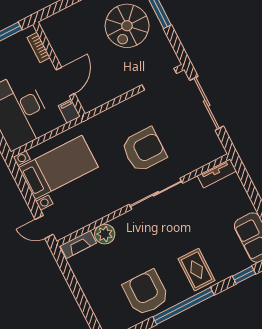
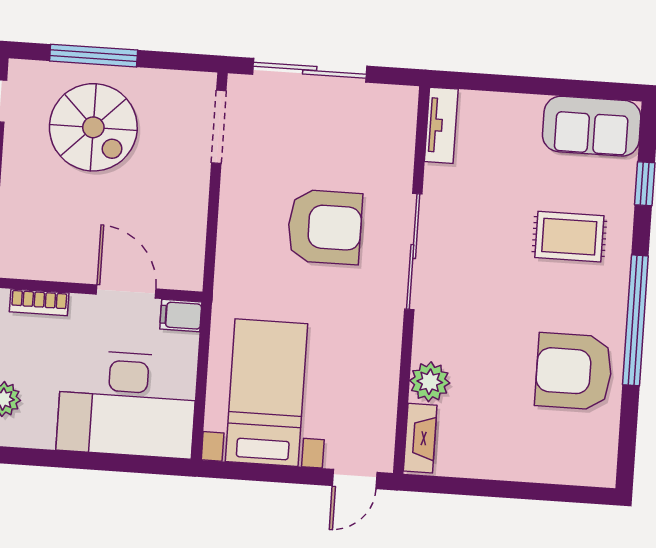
armchair: (144, 150) -> (325, 227), turned 90
rug: (197, 270) -> (569, 237), moved

